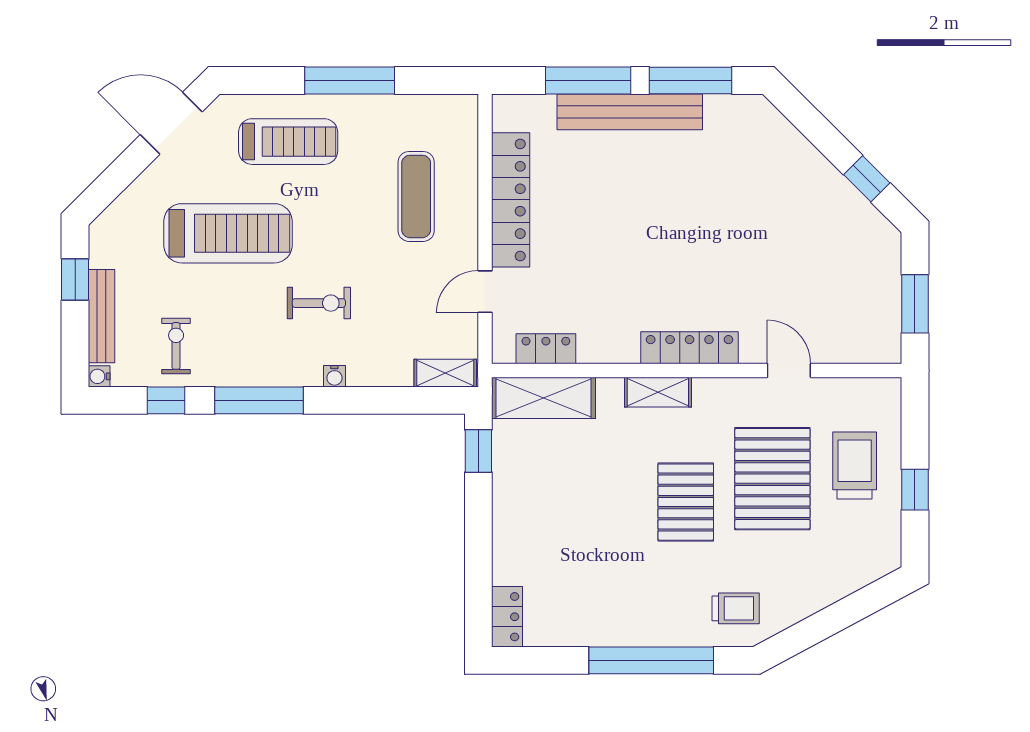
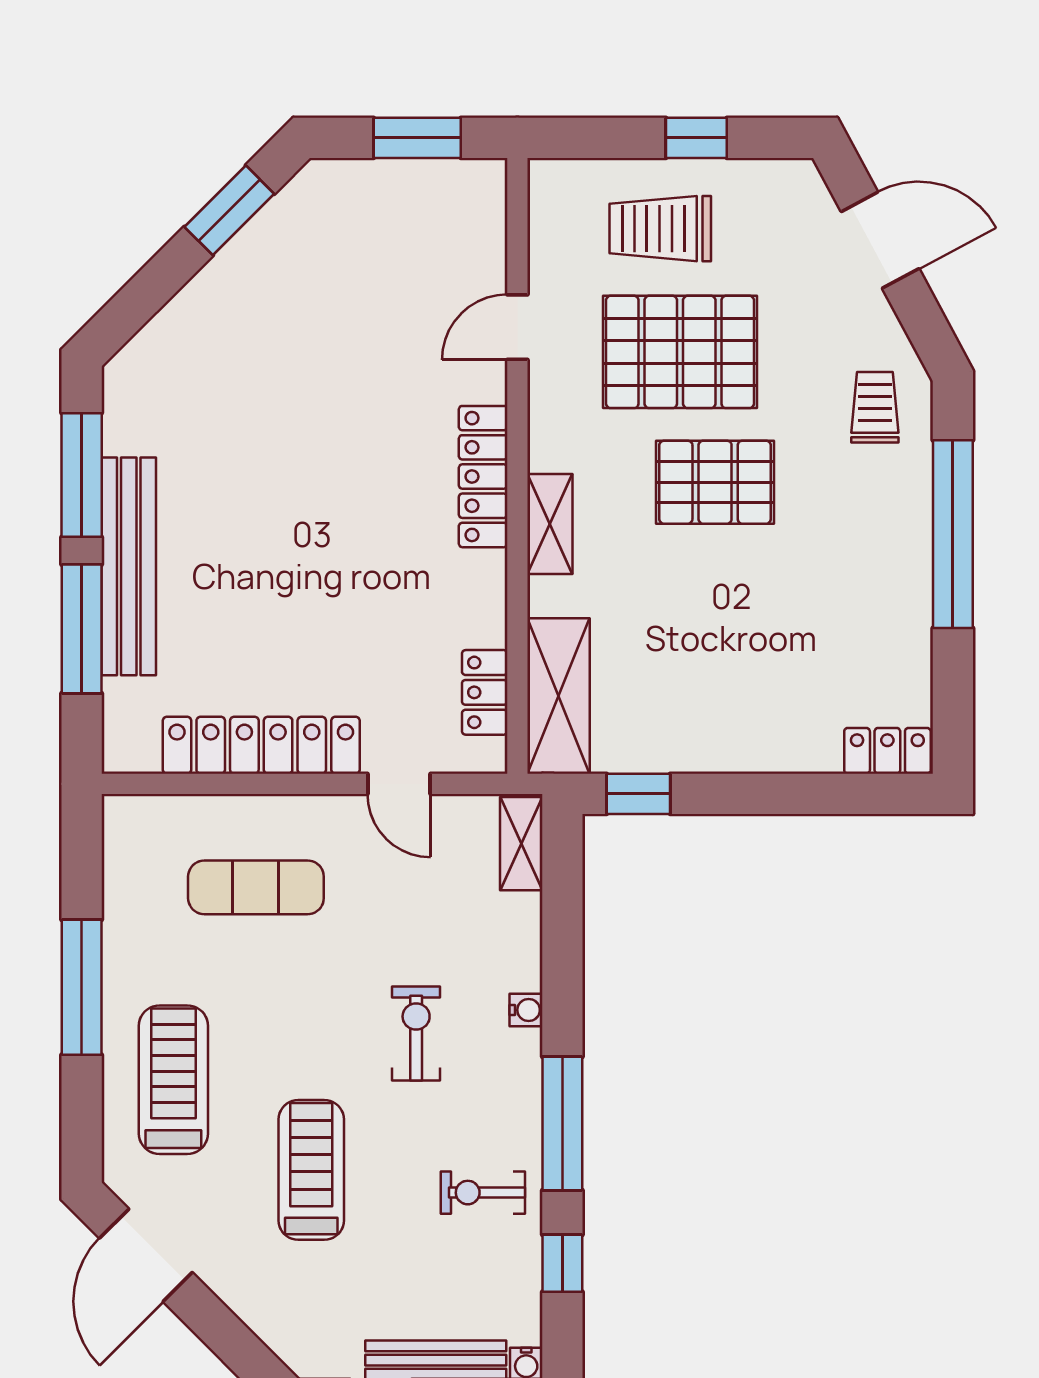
window: (867, 179) -> (229, 210), width x1.50
treadmill: (228, 233) -> (311, 1170), width x0.73, depth x0.73
exercise bike: (176, 346) -> (483, 1193), moved
door: (847, 612) -> (880, 240), added

